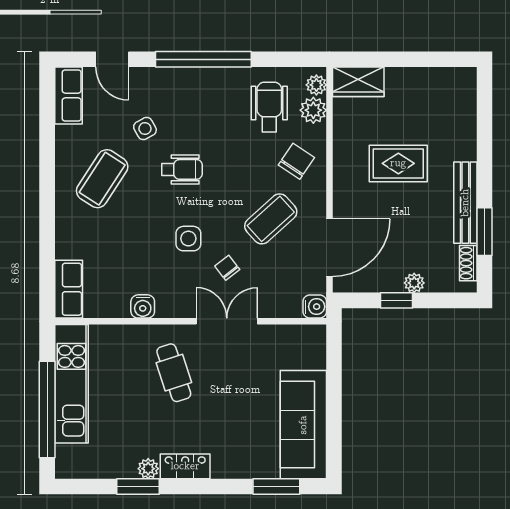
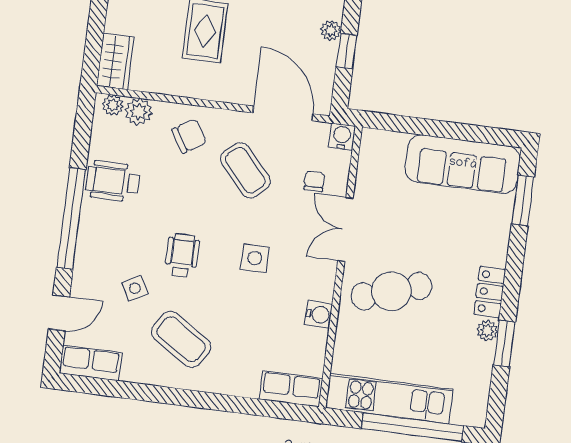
wheelchair: (269, 107) -> (113, 181), moved
chair: (296, 161) -> (189, 136), turned 114
chair: (227, 268) -> (314, 181), moved, turned 128
cafe table: (174, 373) -> (391, 291), width x1.37, depth x1.35

